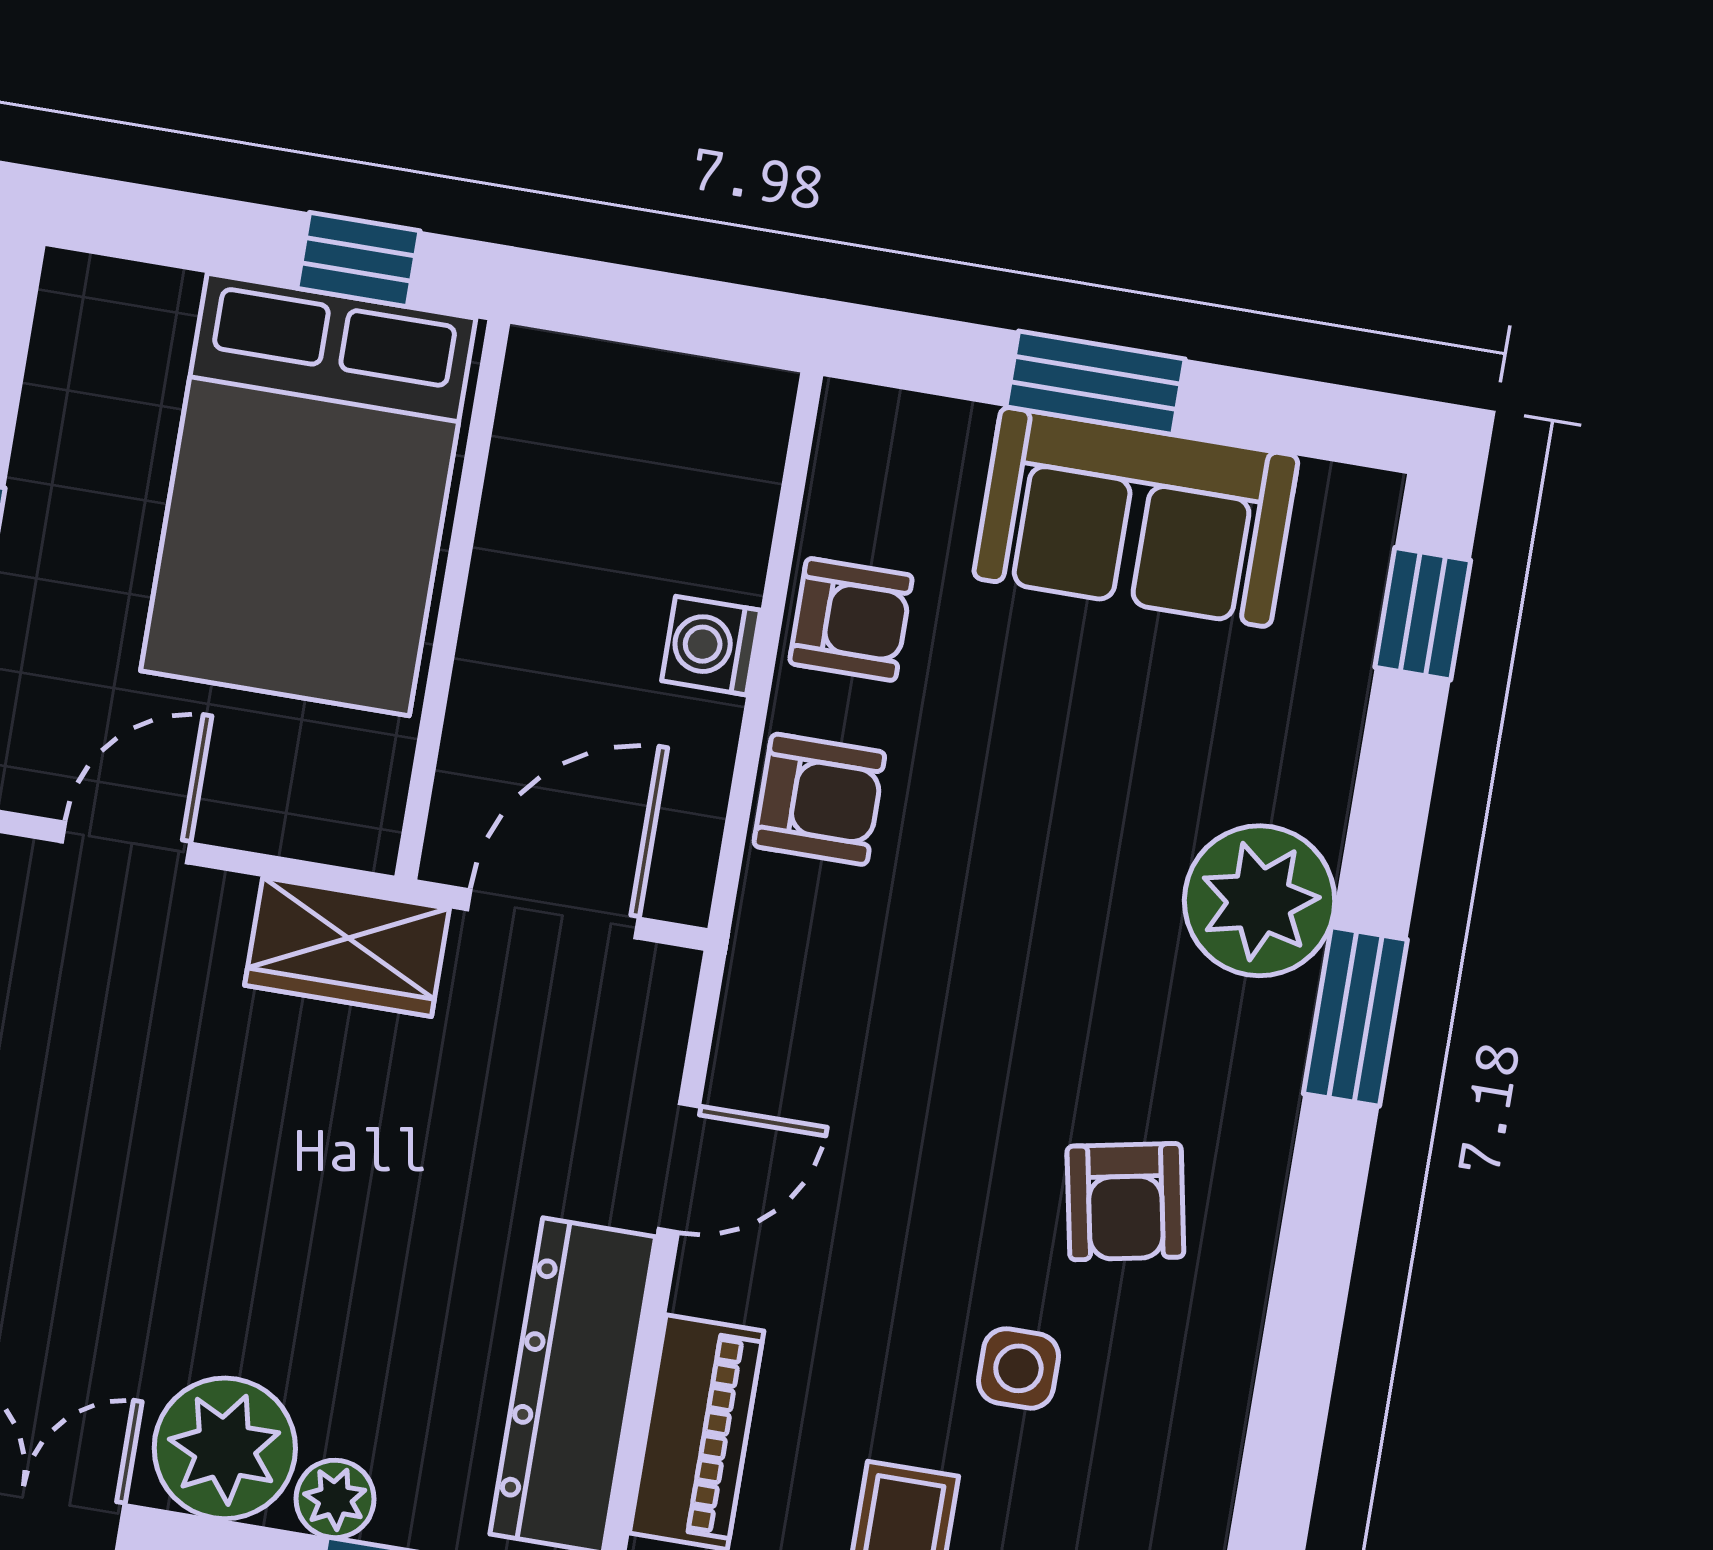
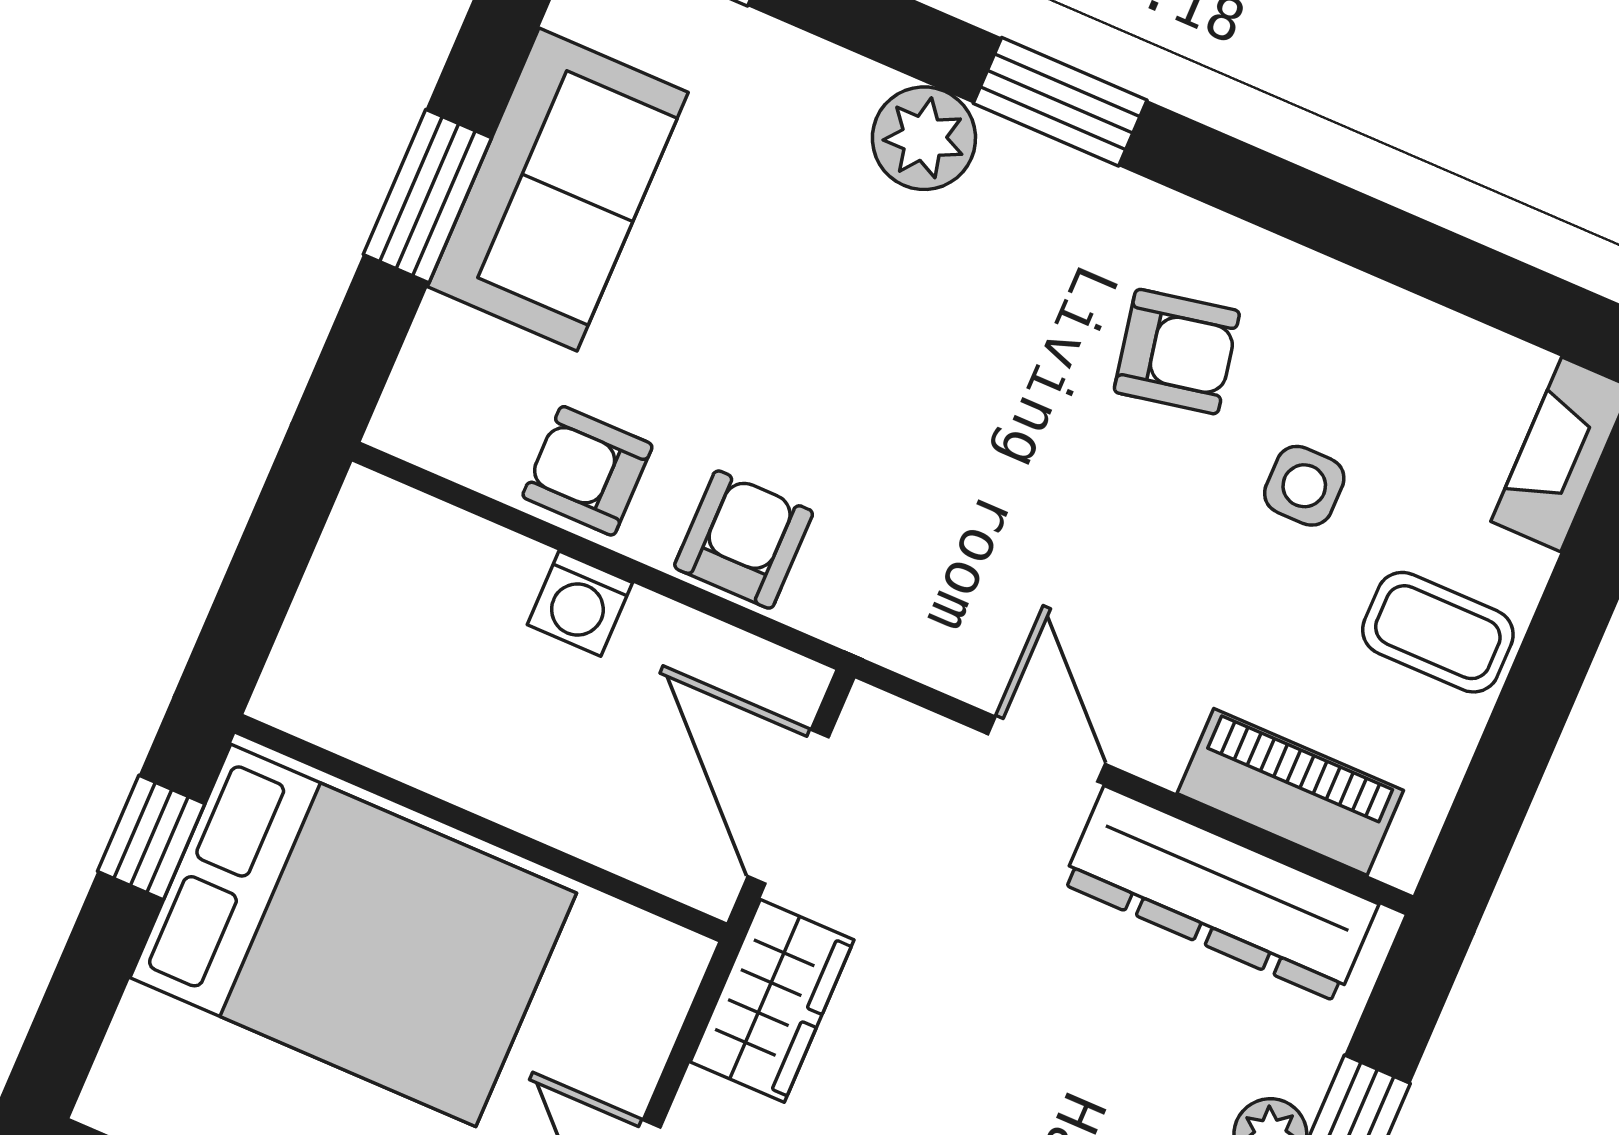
armchair: (851, 619) -> (587, 471), turned -90
plant: (1260, 901) -> (924, 138), width x0.73, depth x0.73

